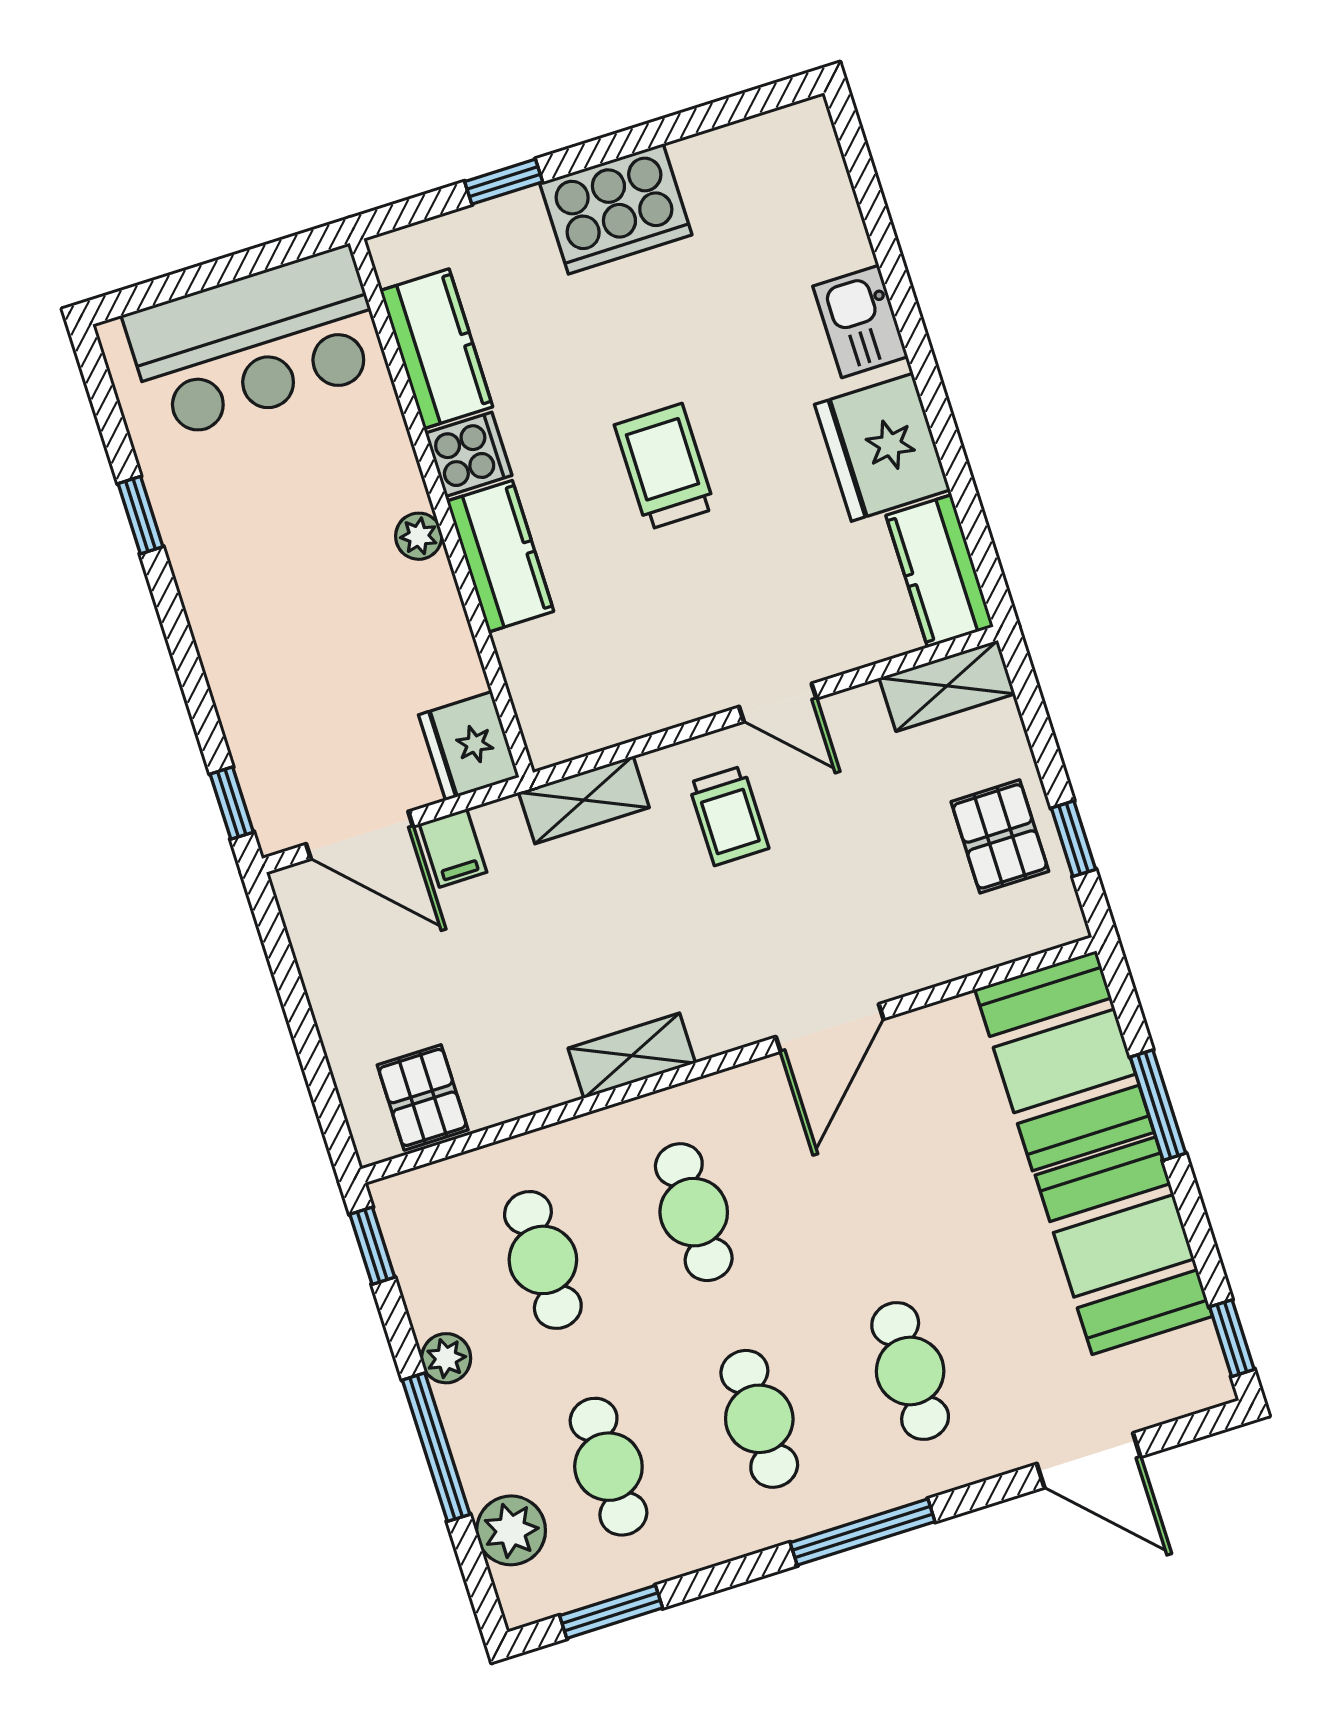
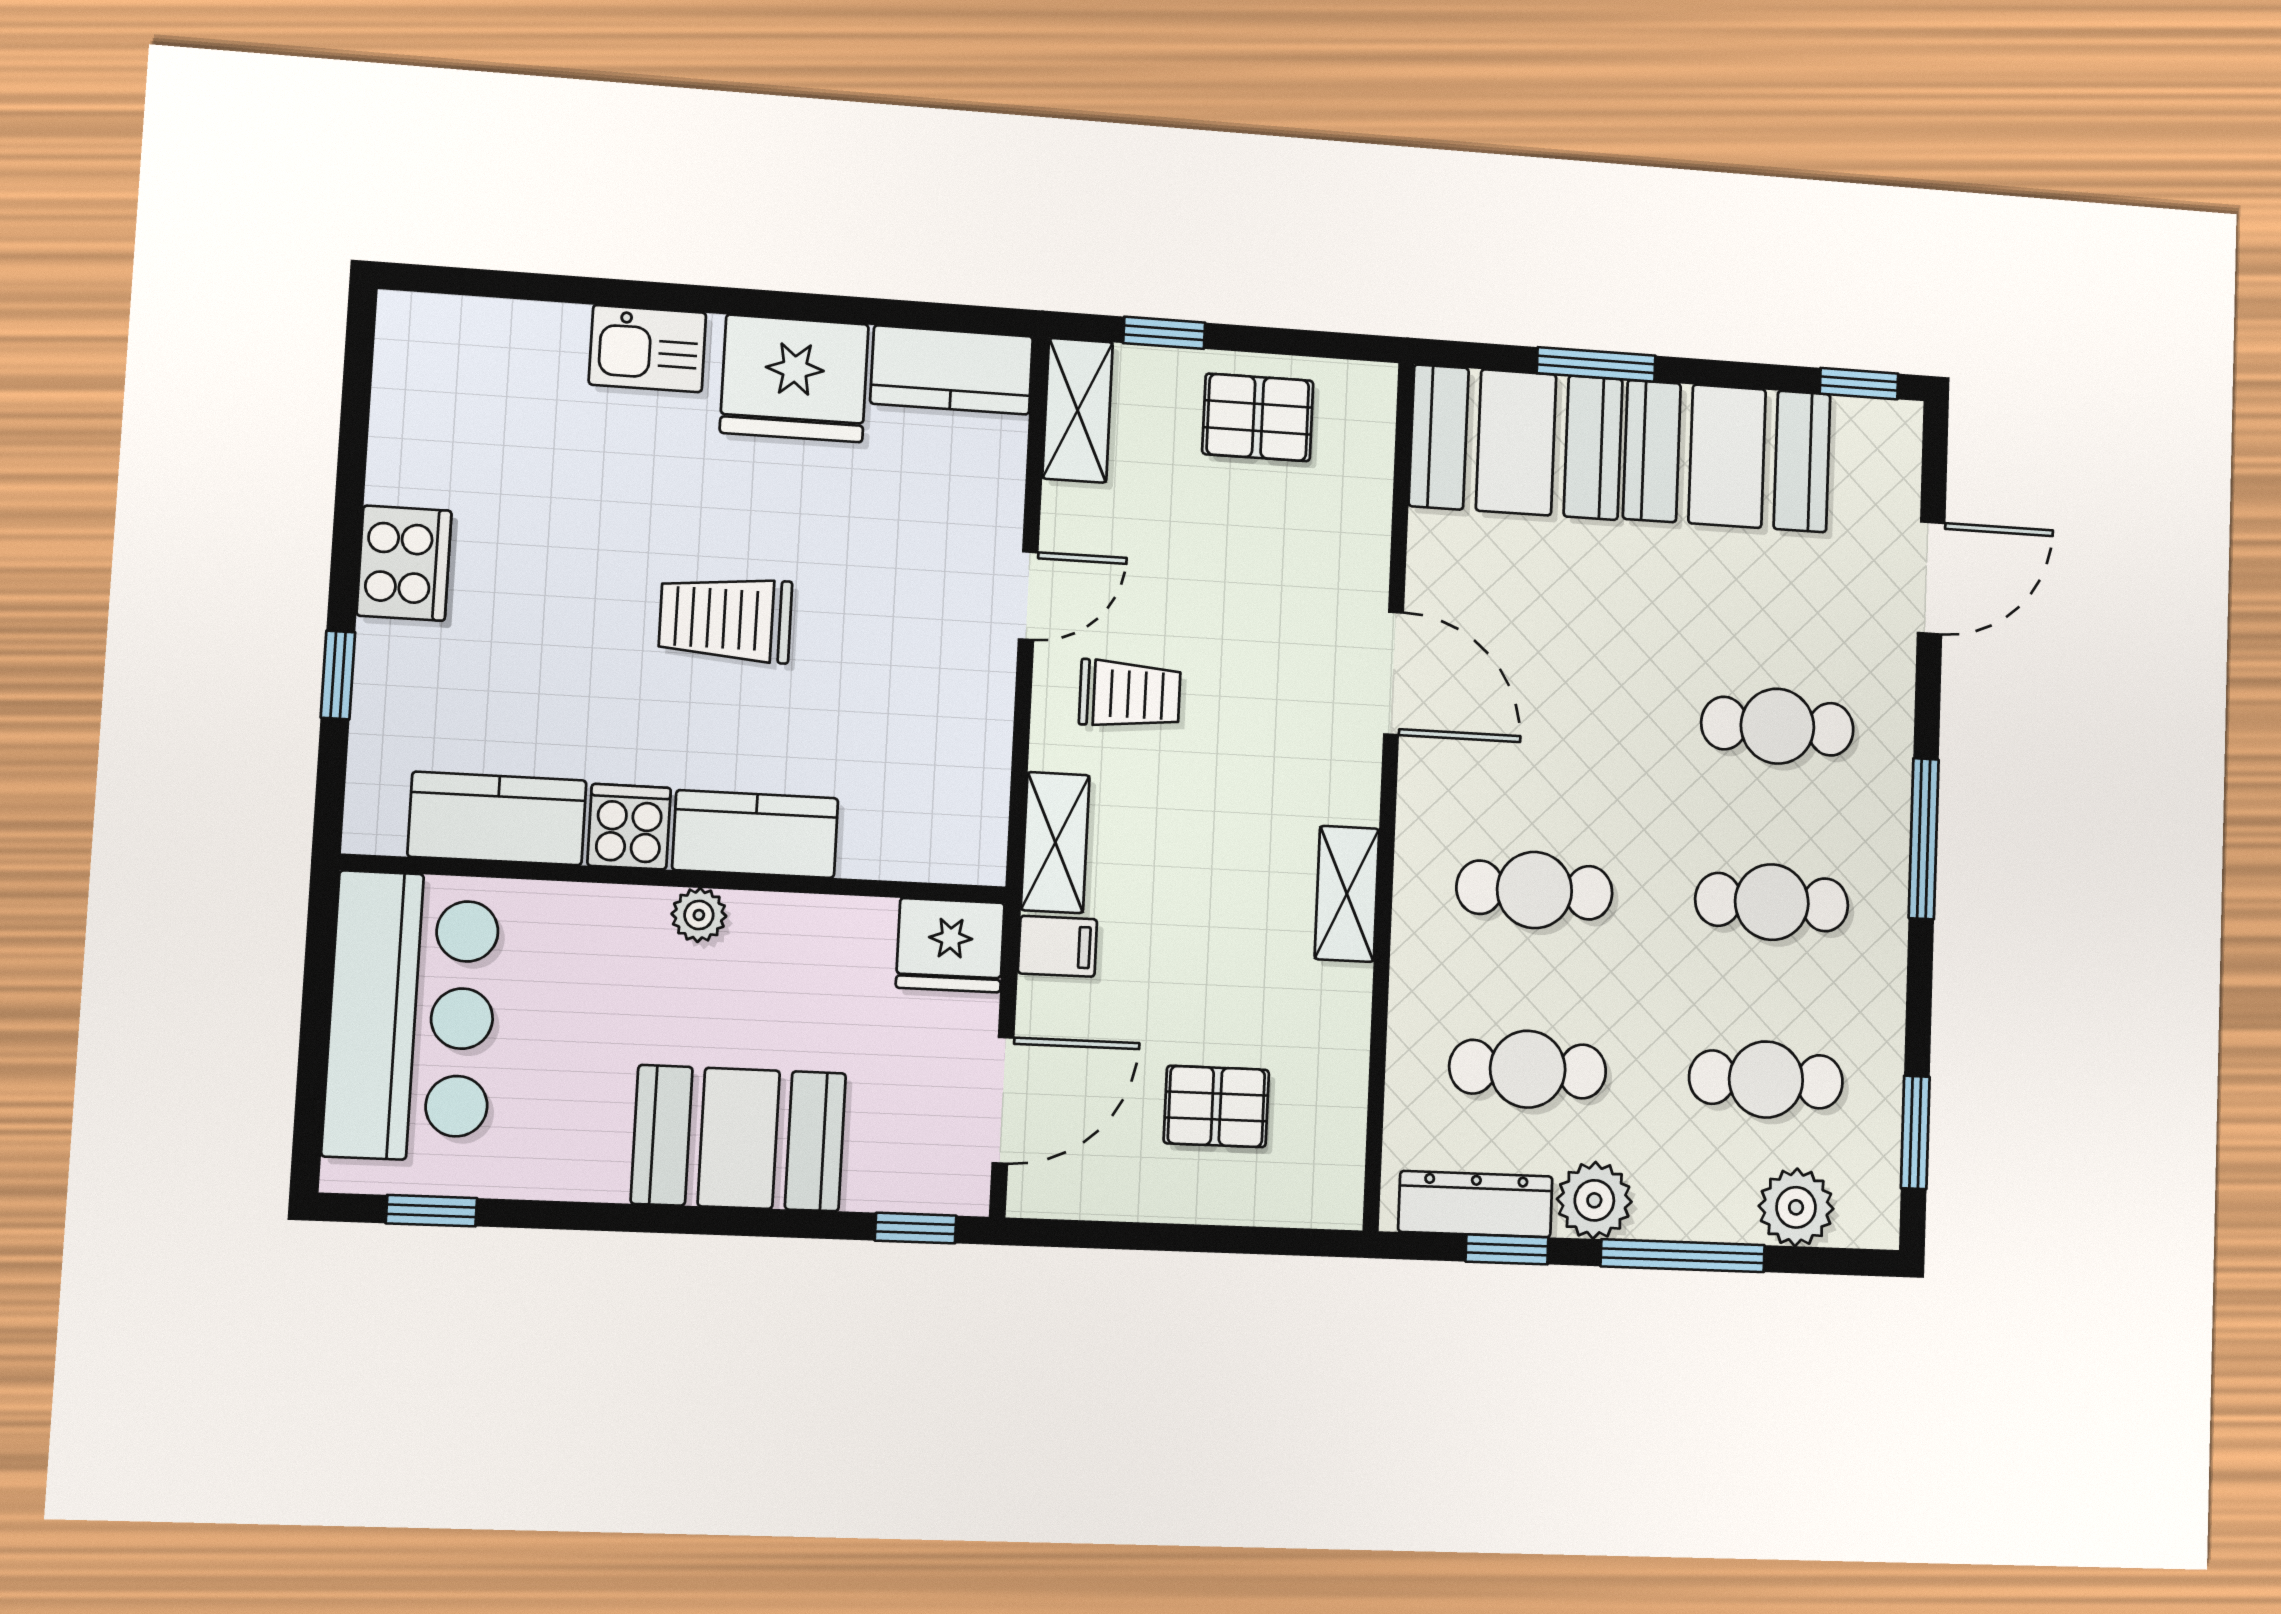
cooker: (616, 209) -> (404, 563), width x0.73, depth x0.76
window: (140, 515) -> (431, 1211), moved
booth: (253, 635) -> (739, 1138), added
window: (1073, 839) -> (1164, 333), moved
filing cabinet: (453, 848) -> (1057, 946), moved
pallet: (423, 1097) -> (1216, 1106), moved
window: (372, 1246) -> (1507, 1249), moved
dresser: (416, 1256) -> (1475, 1204), added
plant: (446, 1358) -> (1594, 1200), width x1.38, depth x1.38

